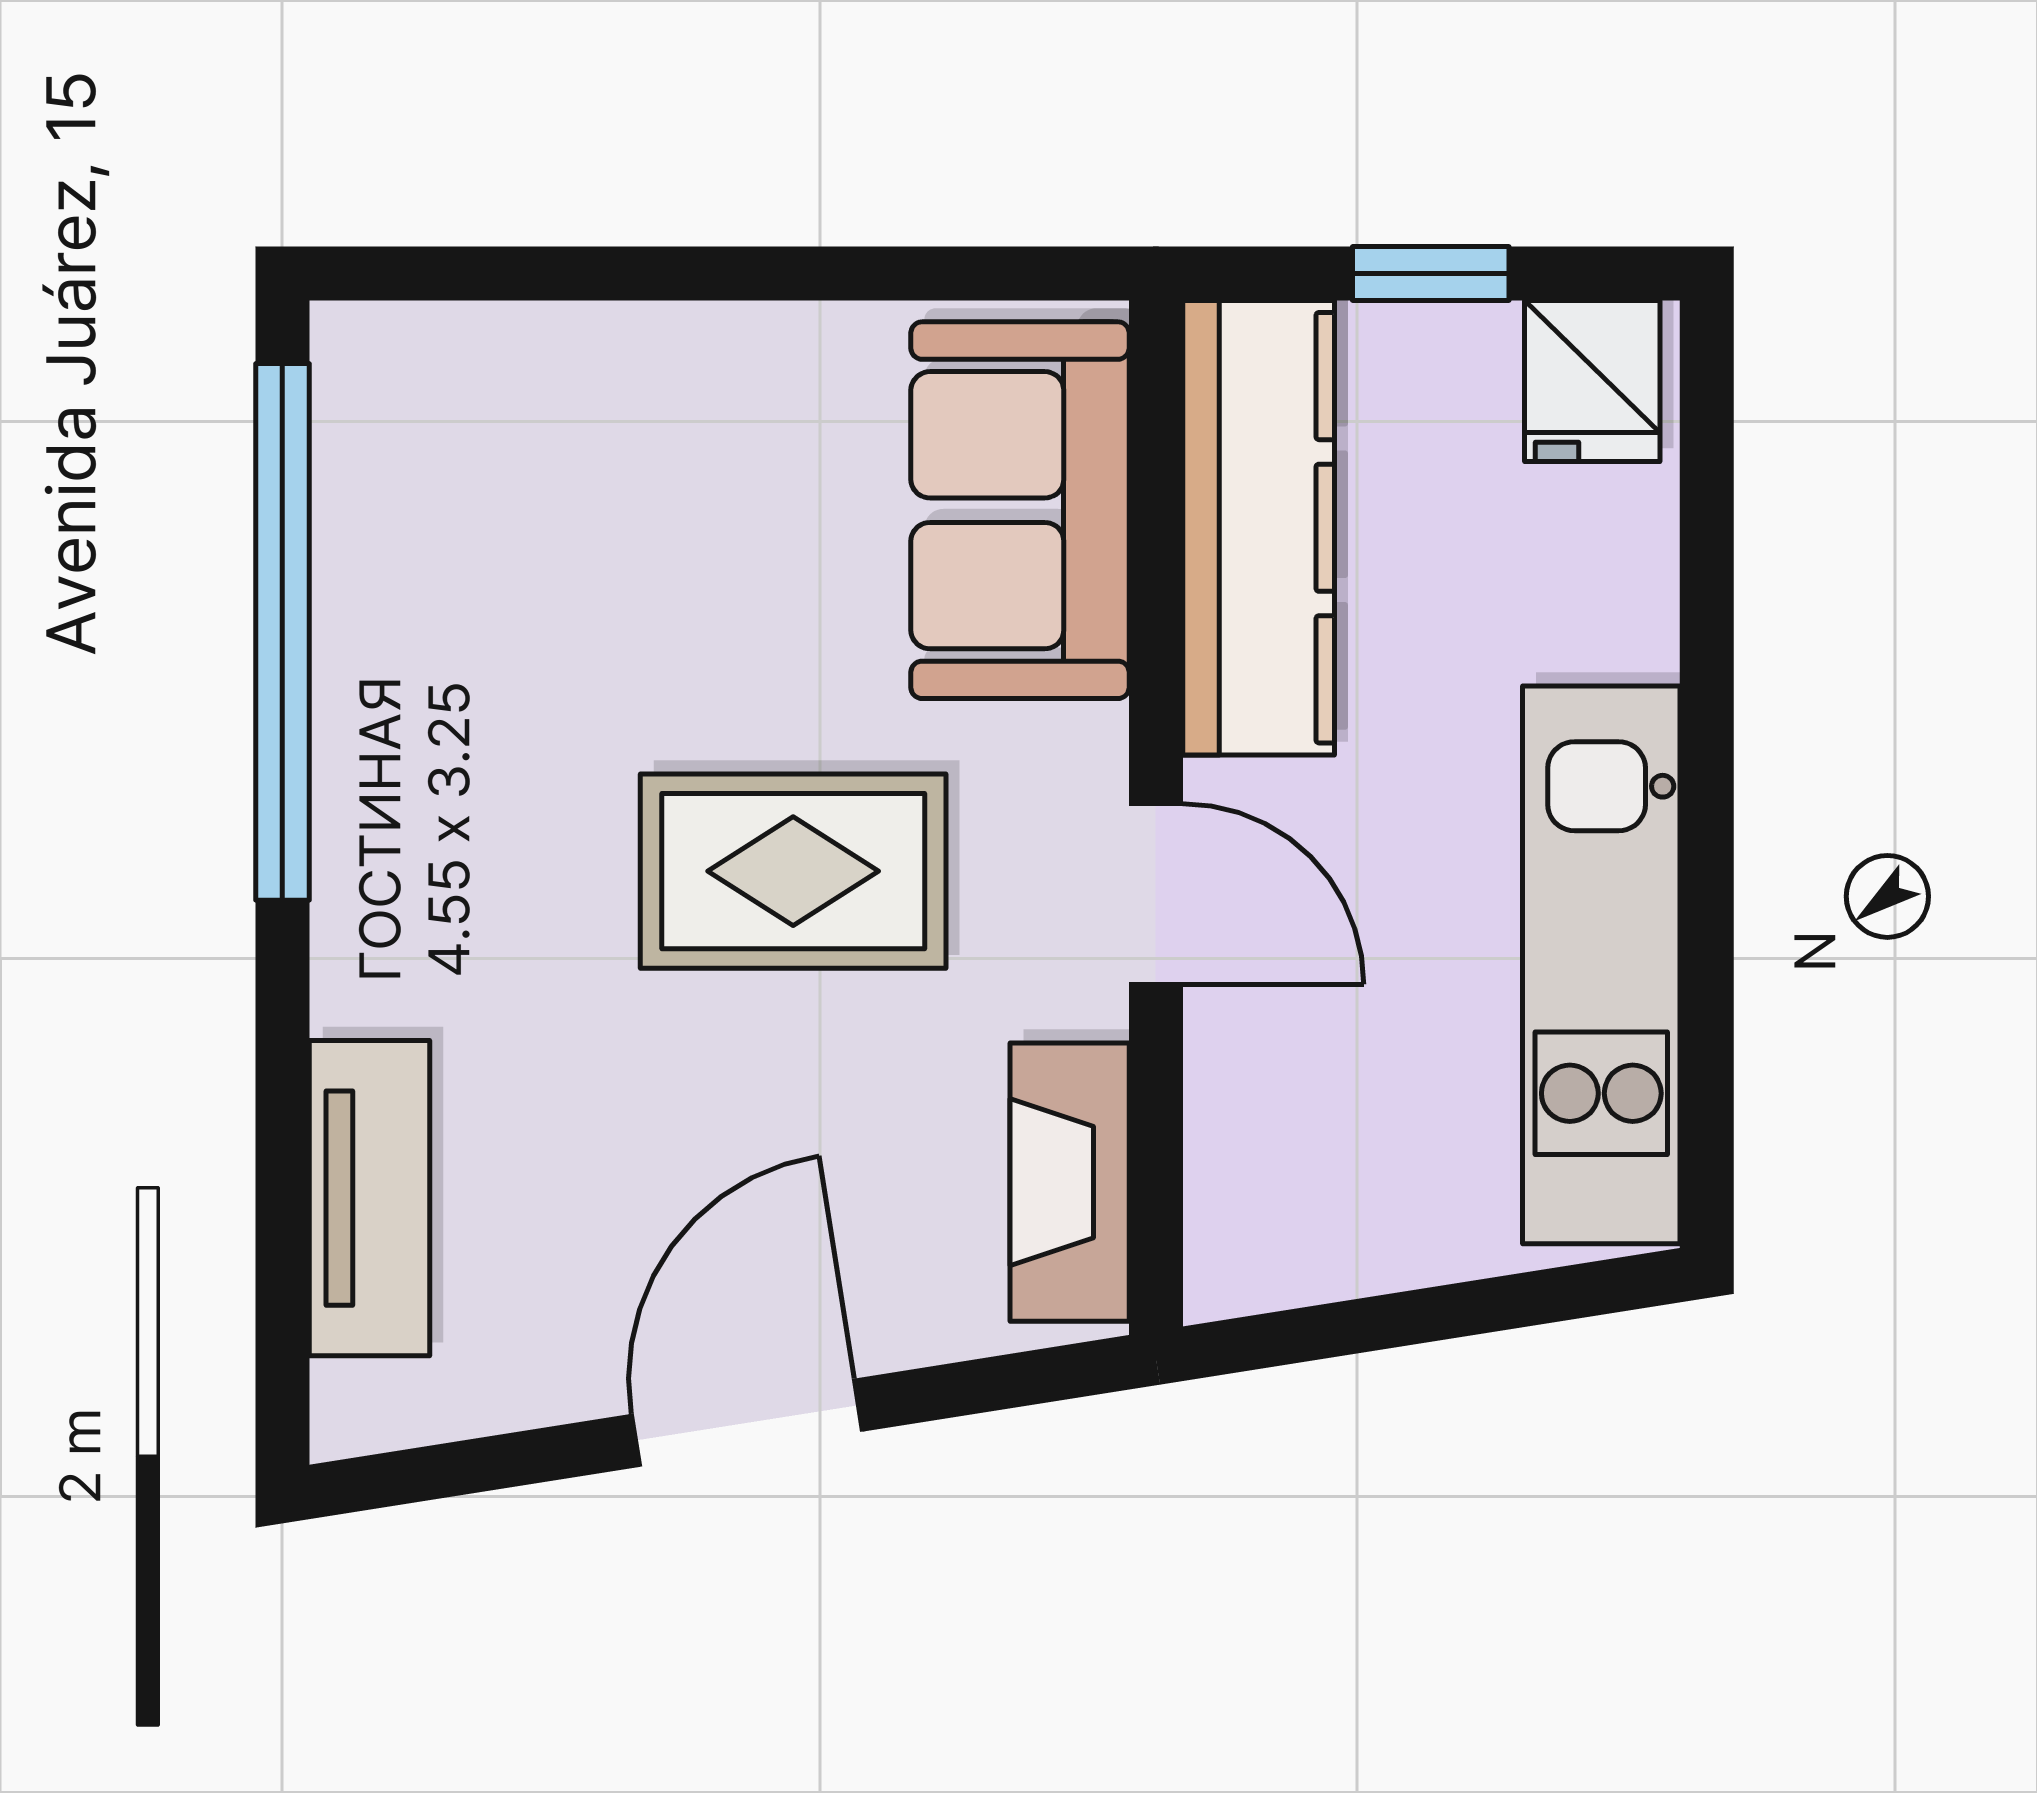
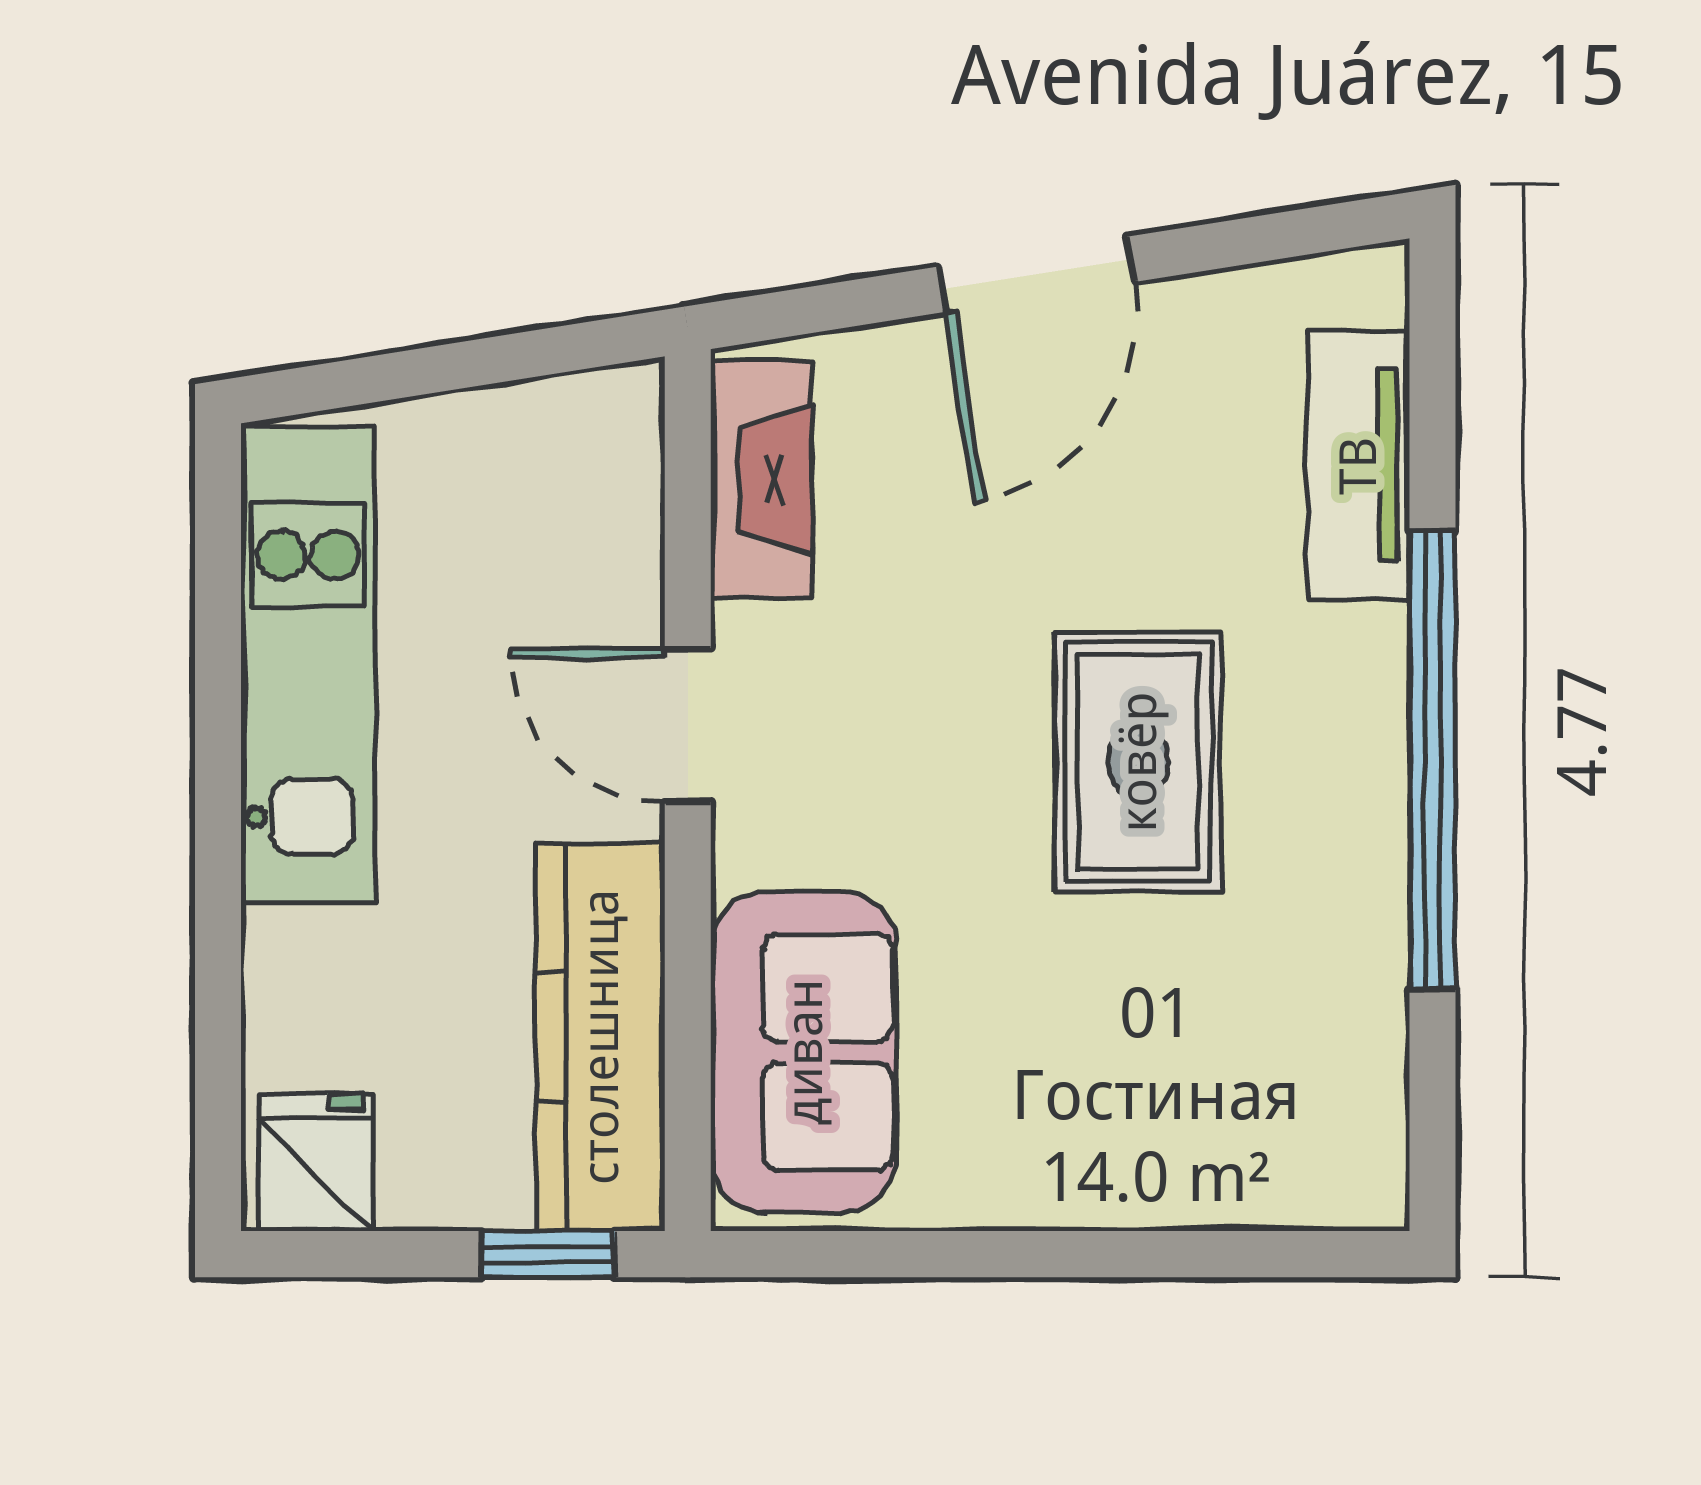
window: (1431, 273) -> (548, 1254), moved
window: (282, 632) -> (1432, 760), moved
rug: (793, 871) -> (1138, 762), moved, turned 90

